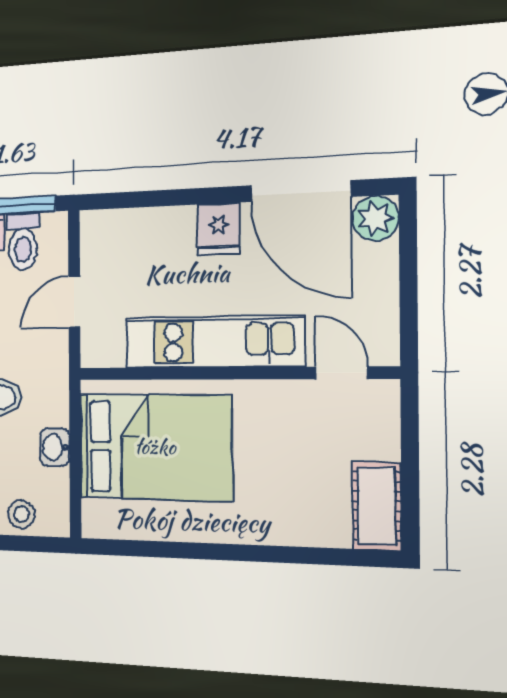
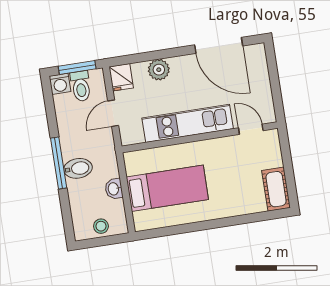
plant: (375, 218) -> (159, 70), moved
fridge: (218, 229) -> (121, 77), moved
bed: (155, 447) -> (167, 188), width x0.67

